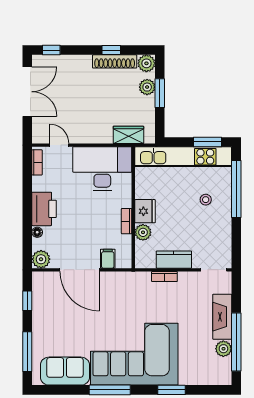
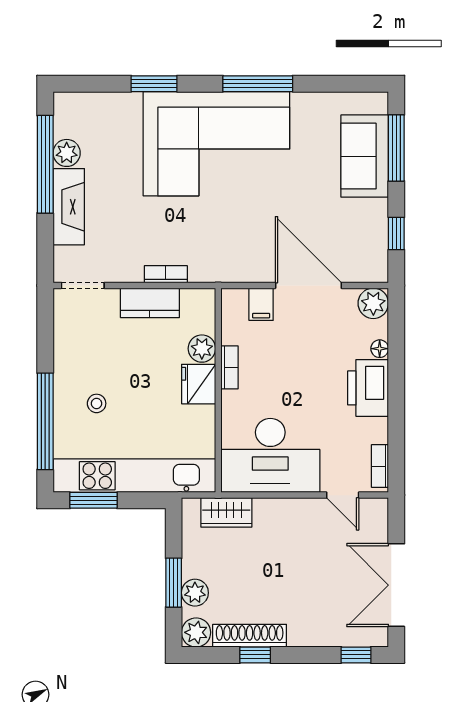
sofa: (65, 371) -> (365, 156), moved, turned 90

